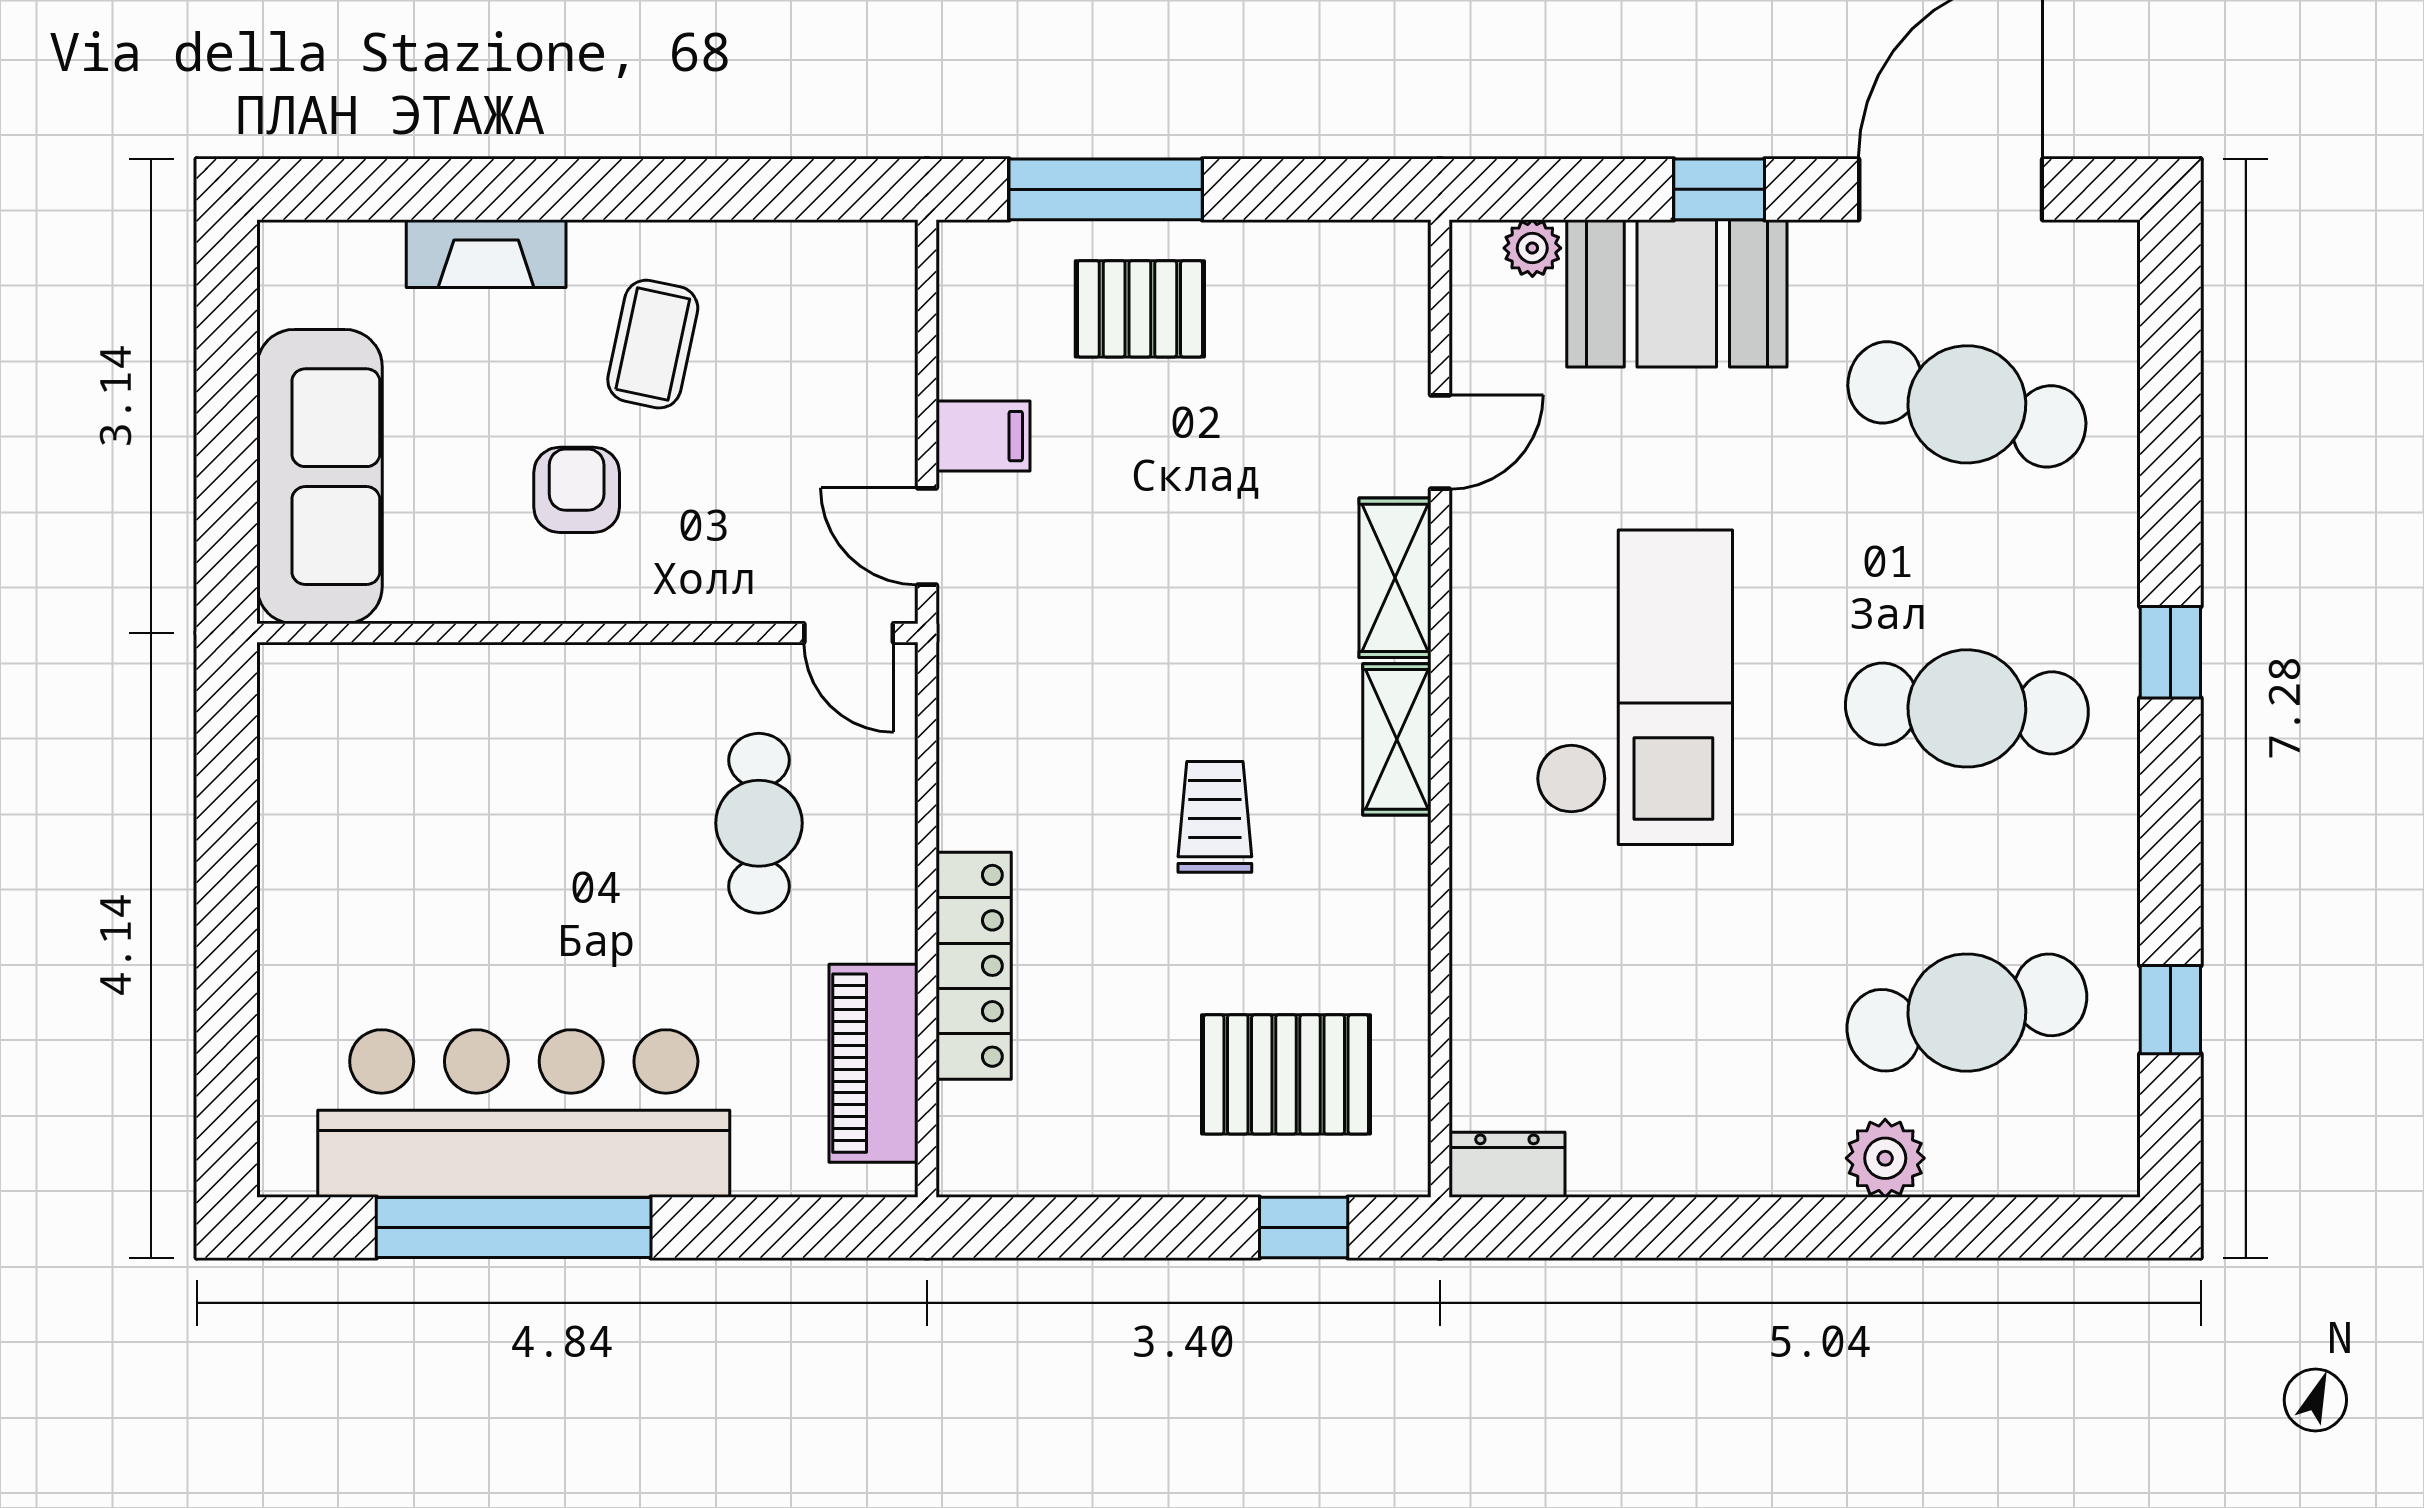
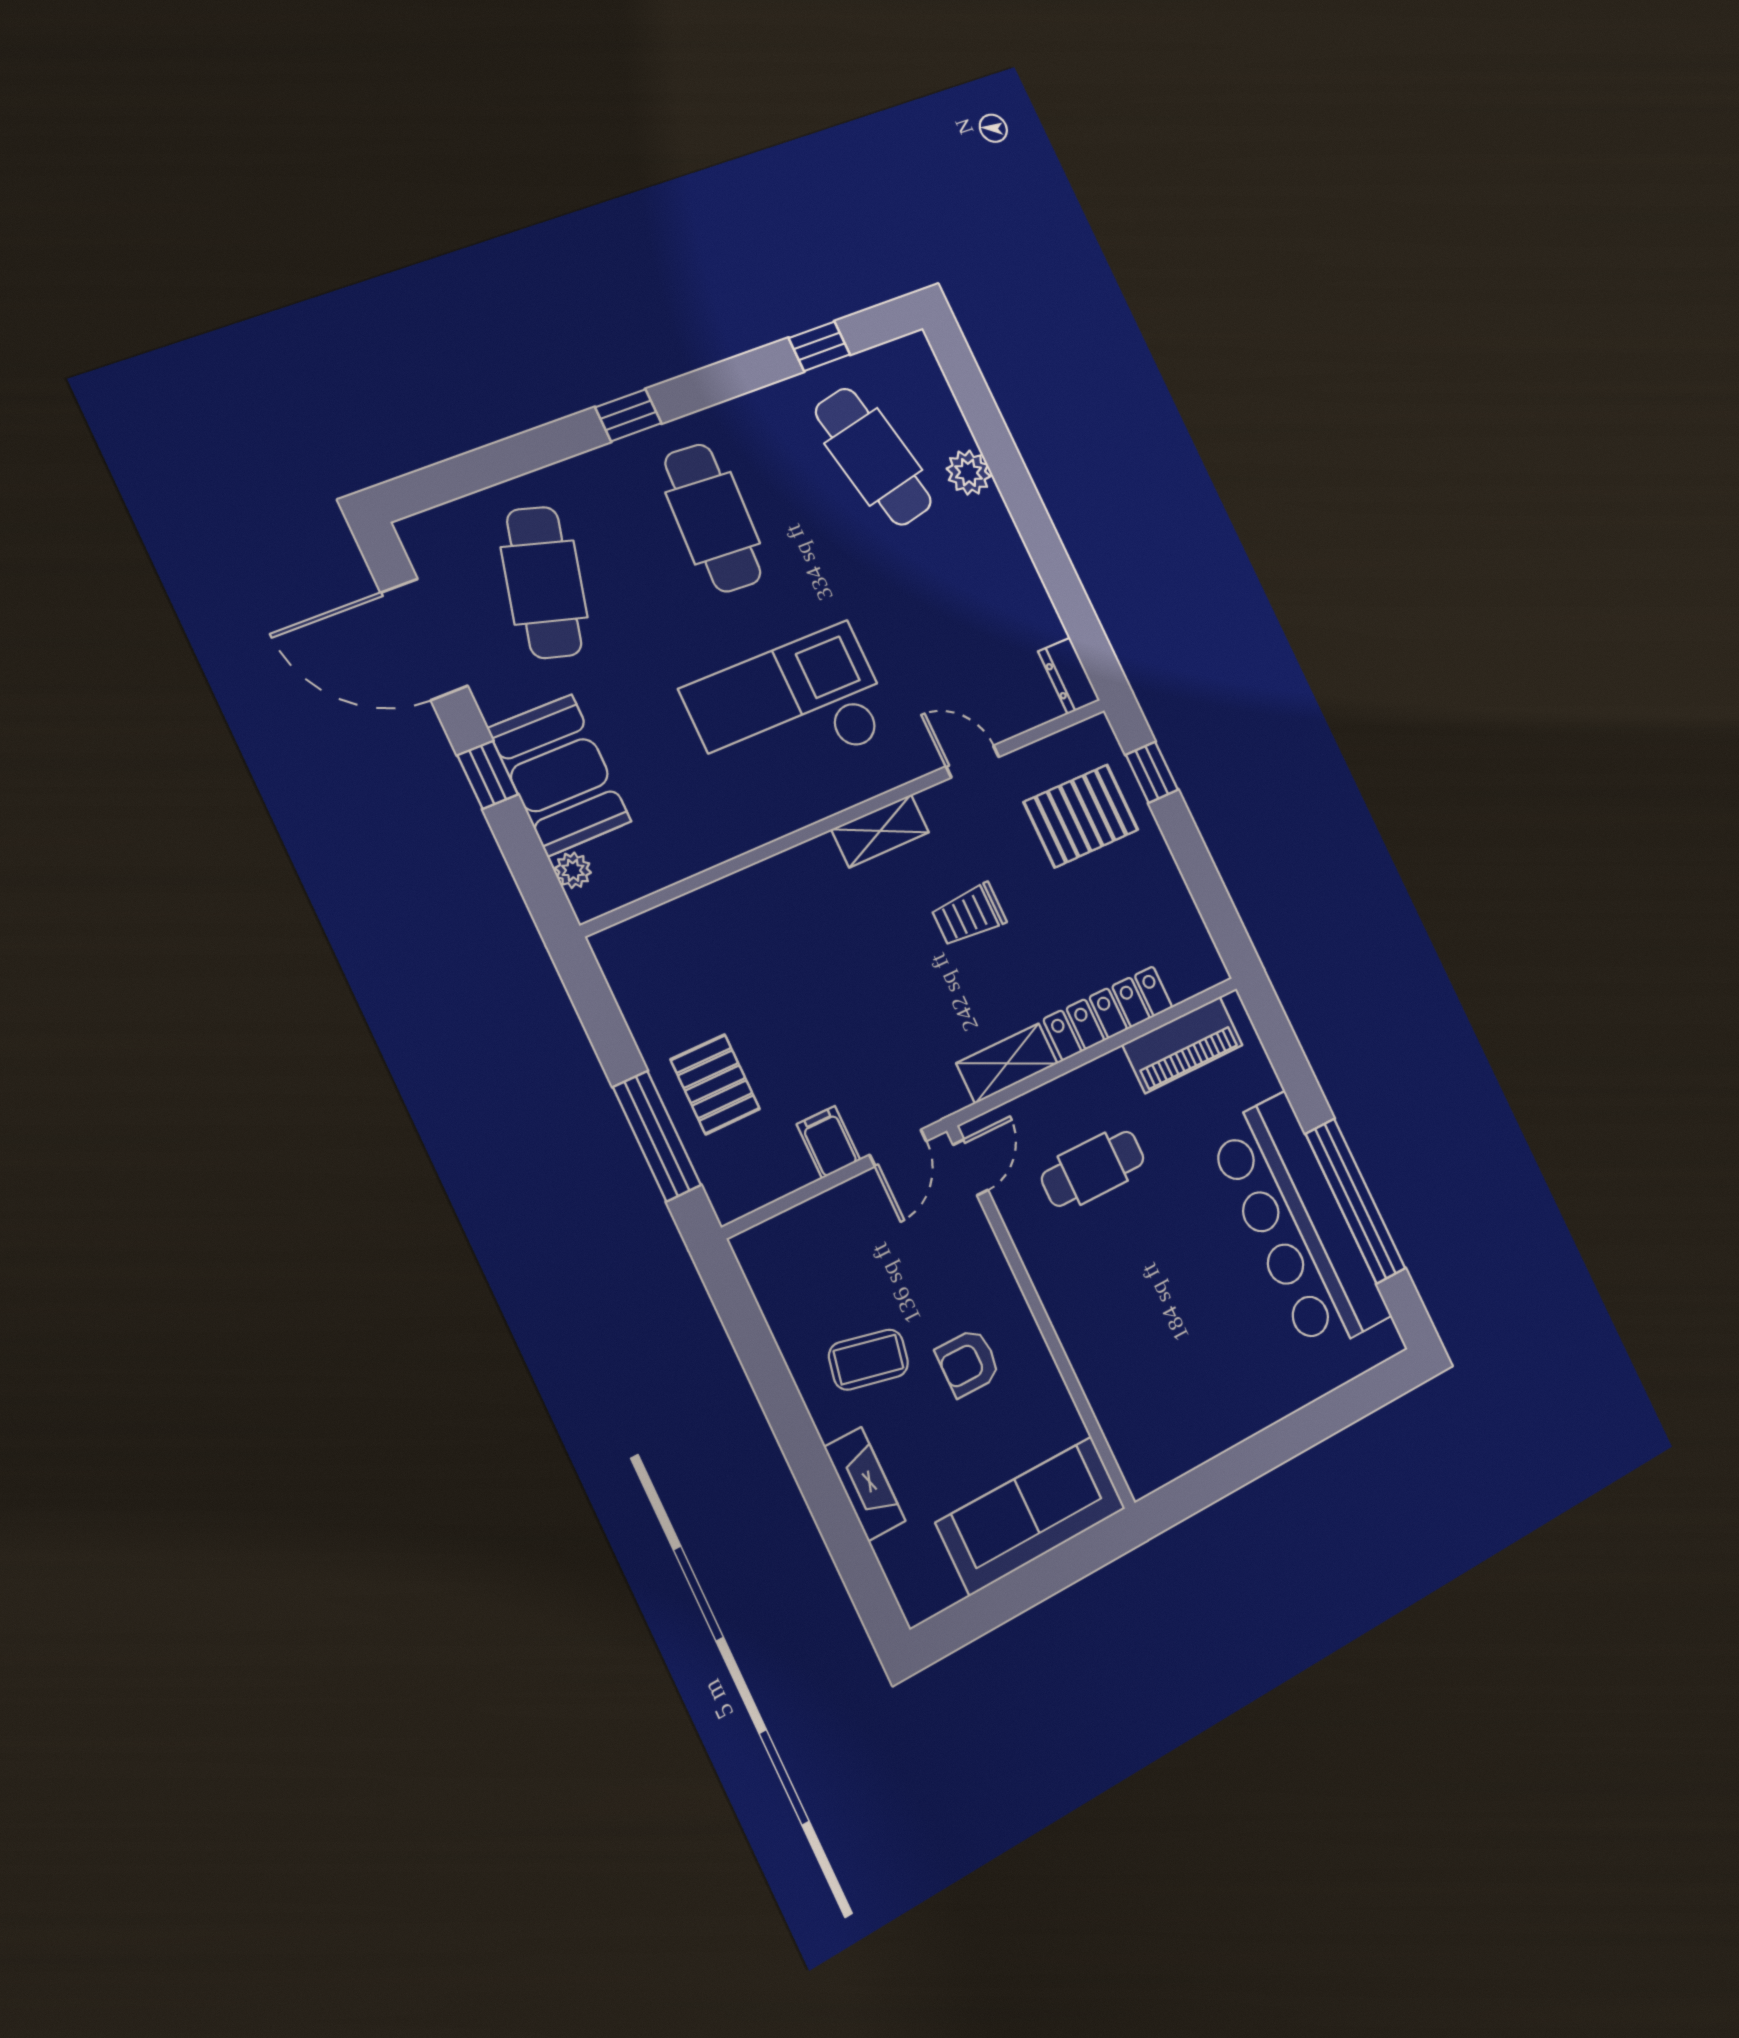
door: (1440, 442) -> (972, 762), moved
shelving: (1395, 578) -> (1007, 1063), moved
pallet: (1286, 1074) -> (1081, 816), turned 90

